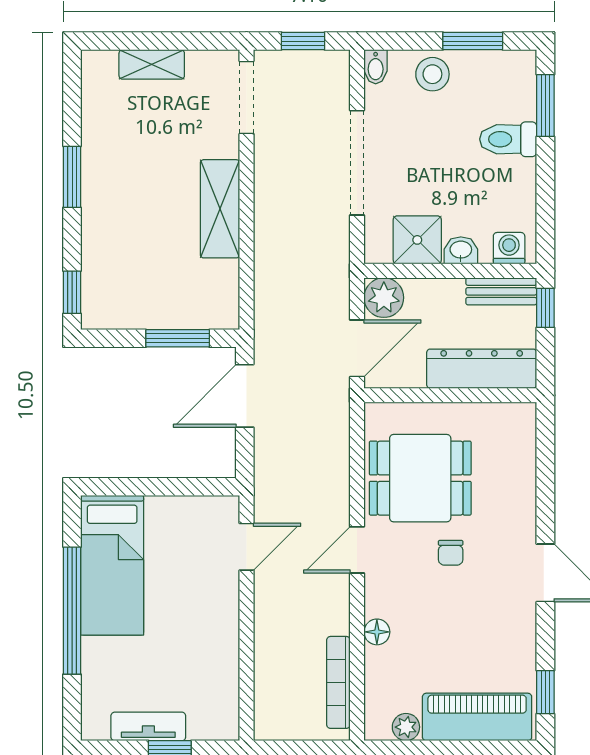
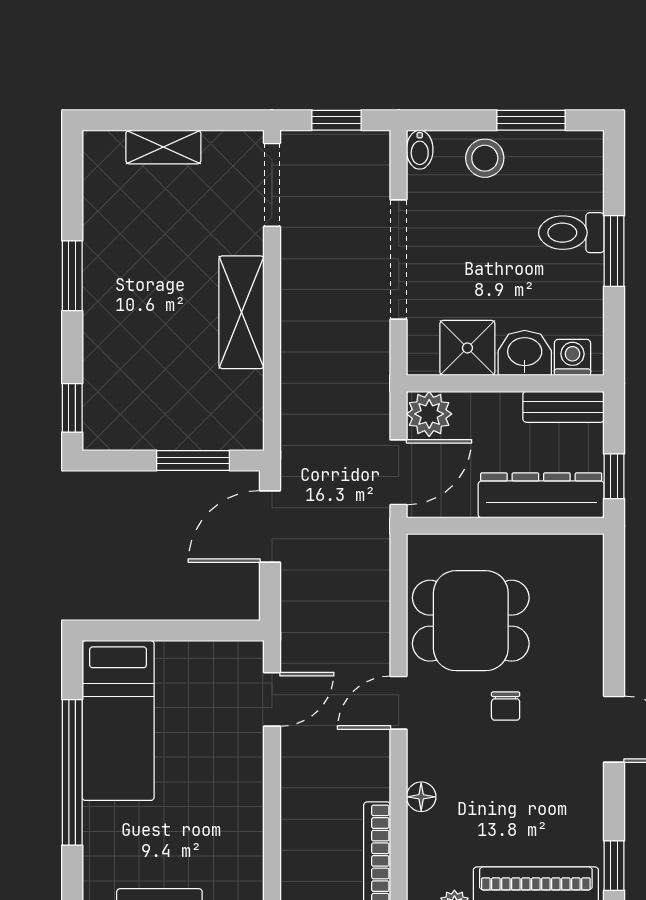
window: (545, 105) -> (614, 251), moved
washbasin: (461, 250) -> (525, 353), width x1.38, depth x1.45
window: (545, 308) -> (614, 476), moved

